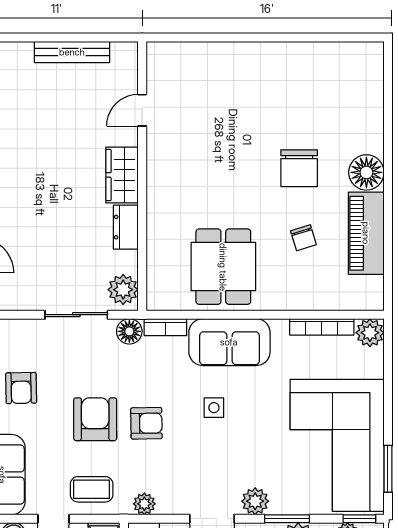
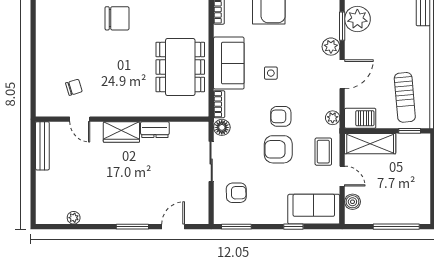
bench: (72, 52) -> (42, 146), moved
chair: (303, 238) -> (74, 87), moved
dining table: (223, 267) -> (180, 67), width x1.38
plant: (123, 290) -> (195, 131), removed
armchair: (21, 388) -> (236, 193), moved
armchair: (146, 423) -> (281, 116), turned -89

